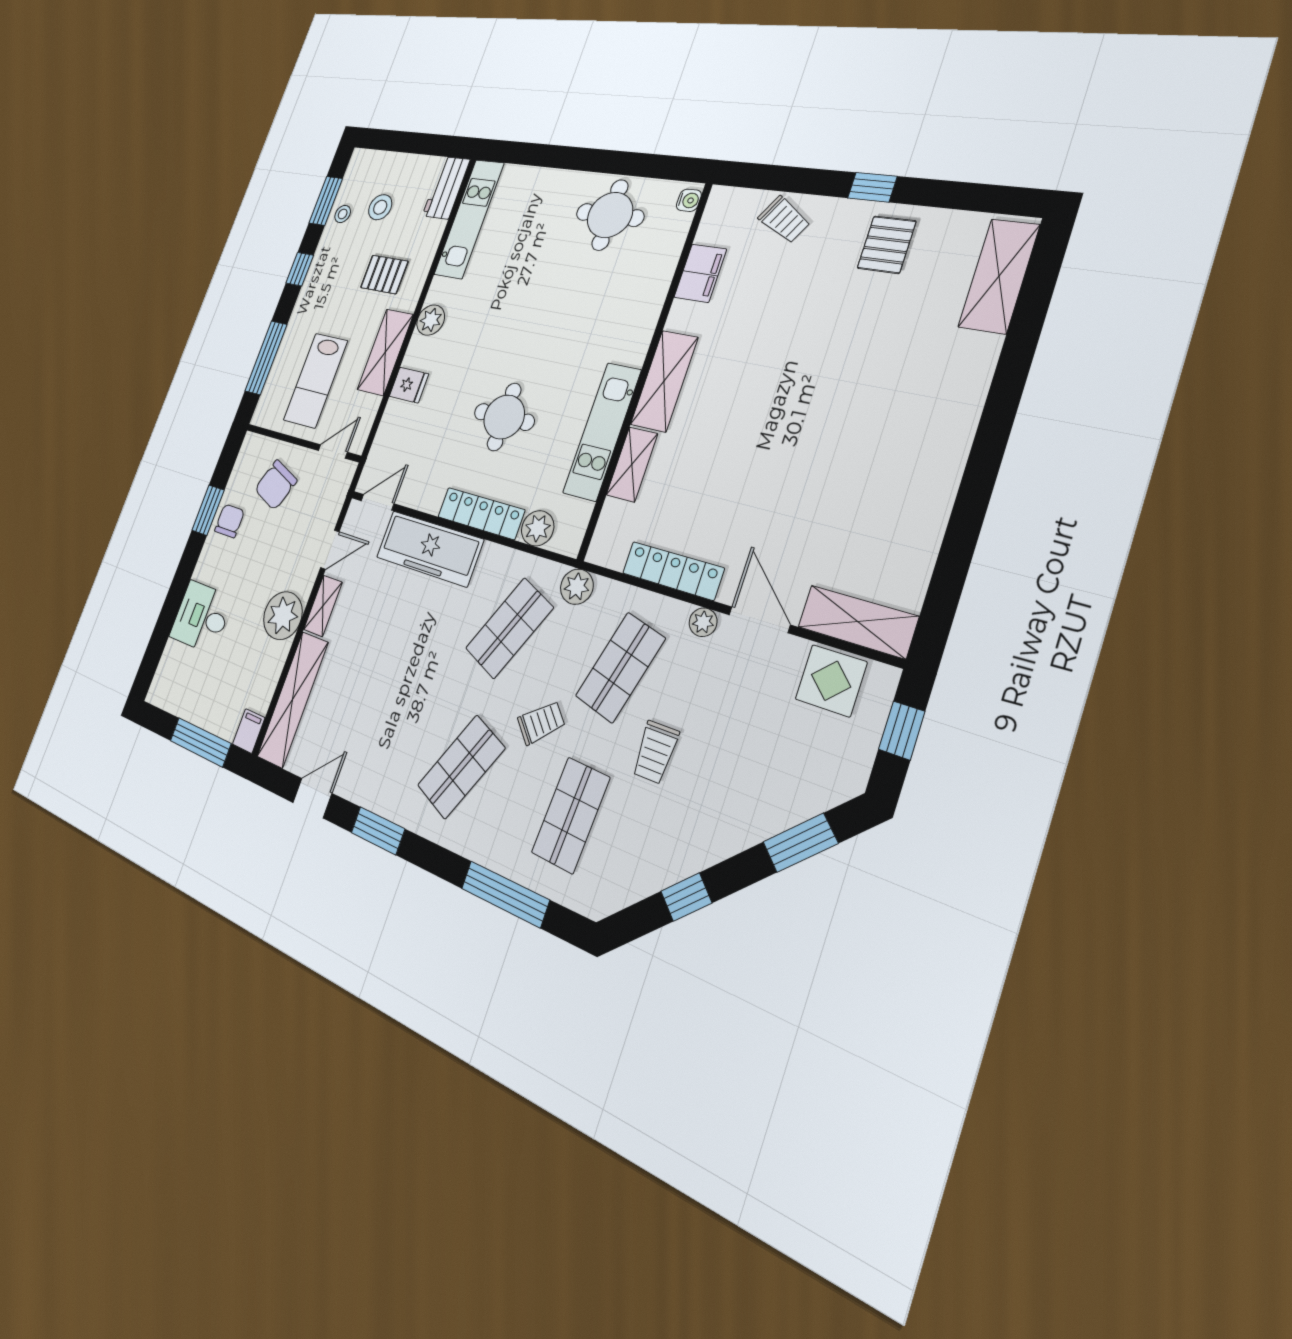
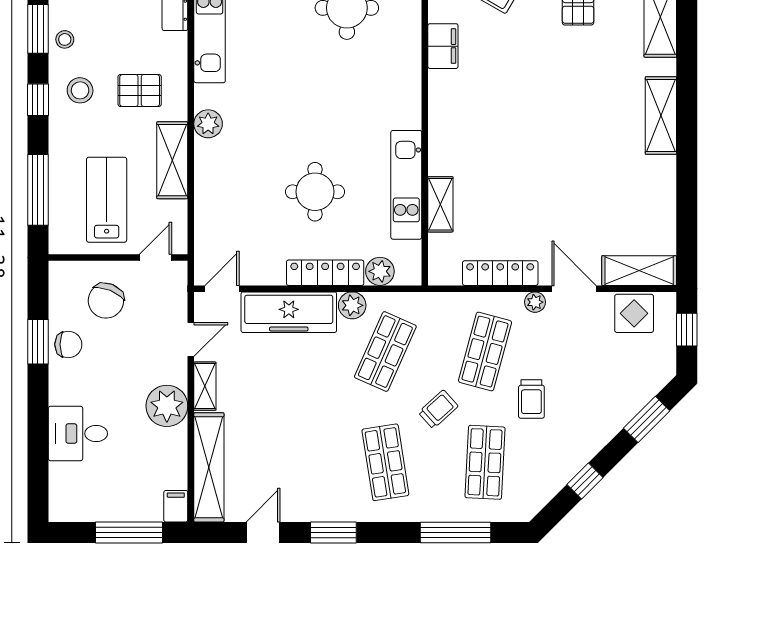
stool: (380, 207) -> (80, 90), moved
lab bench: (315, 380) -> (107, 200), turned 180
shelving: (664, 381) -> (661, 116), moved
fridge: (409, 385) -> (210, 184), removed
chair: (230, 521) -> (68, 344), turned 90
plant: (577, 587) -> (352, 305), moved
shop shelf: (461, 767) -> (385, 462), turned -33

